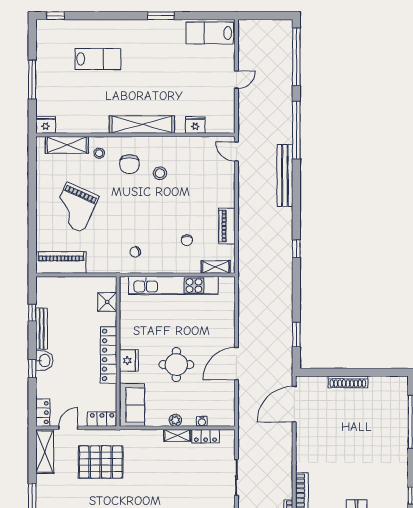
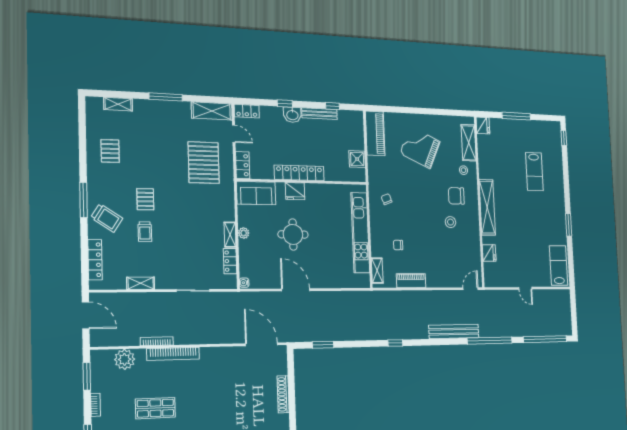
shower: (107, 302) -> (357, 159), moved
water cooler: (202, 421) -> (244, 283), moved

